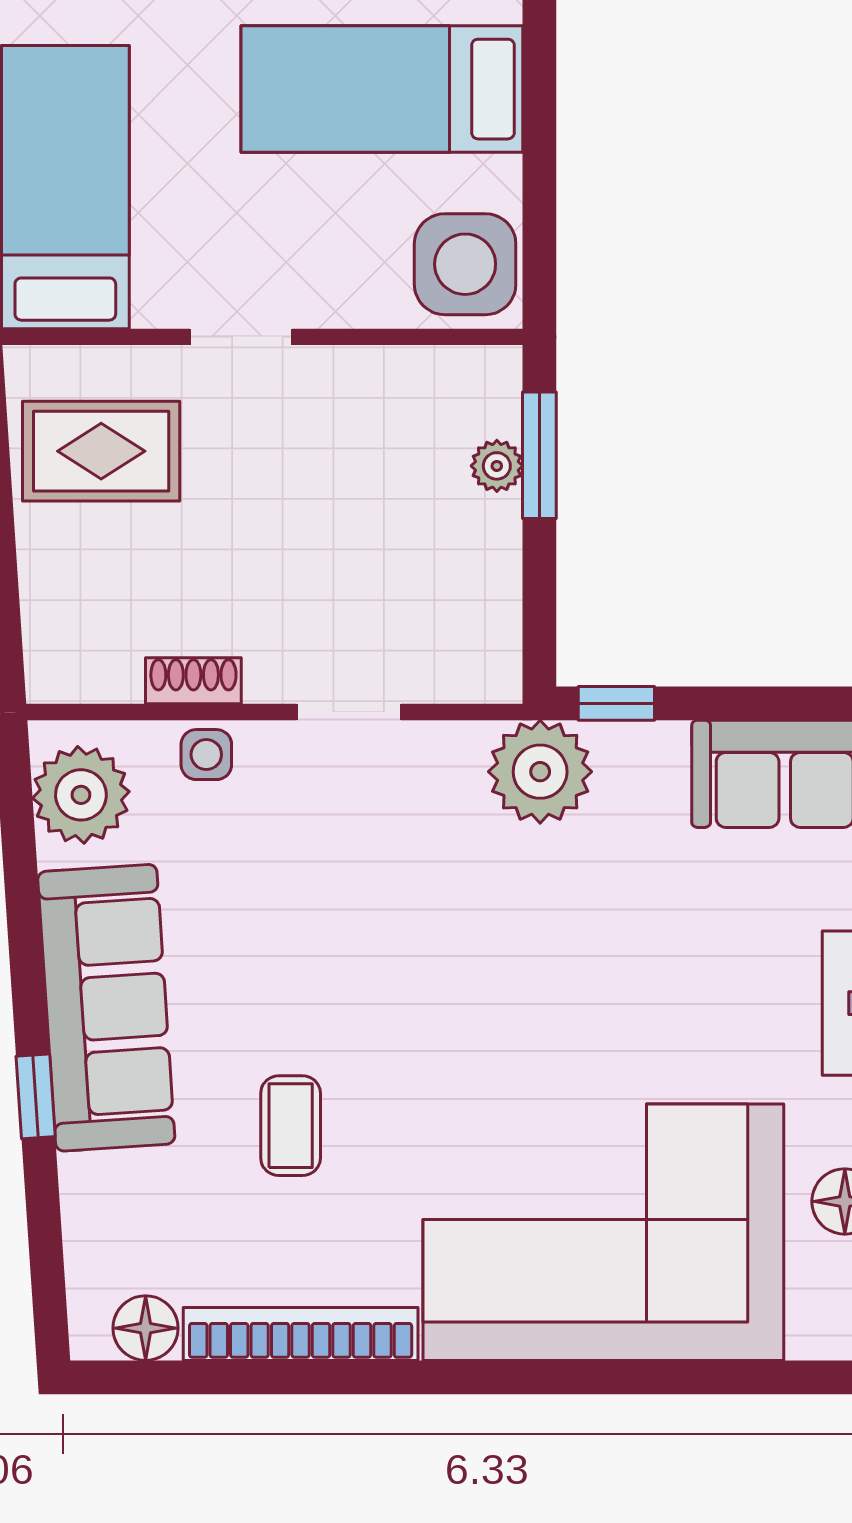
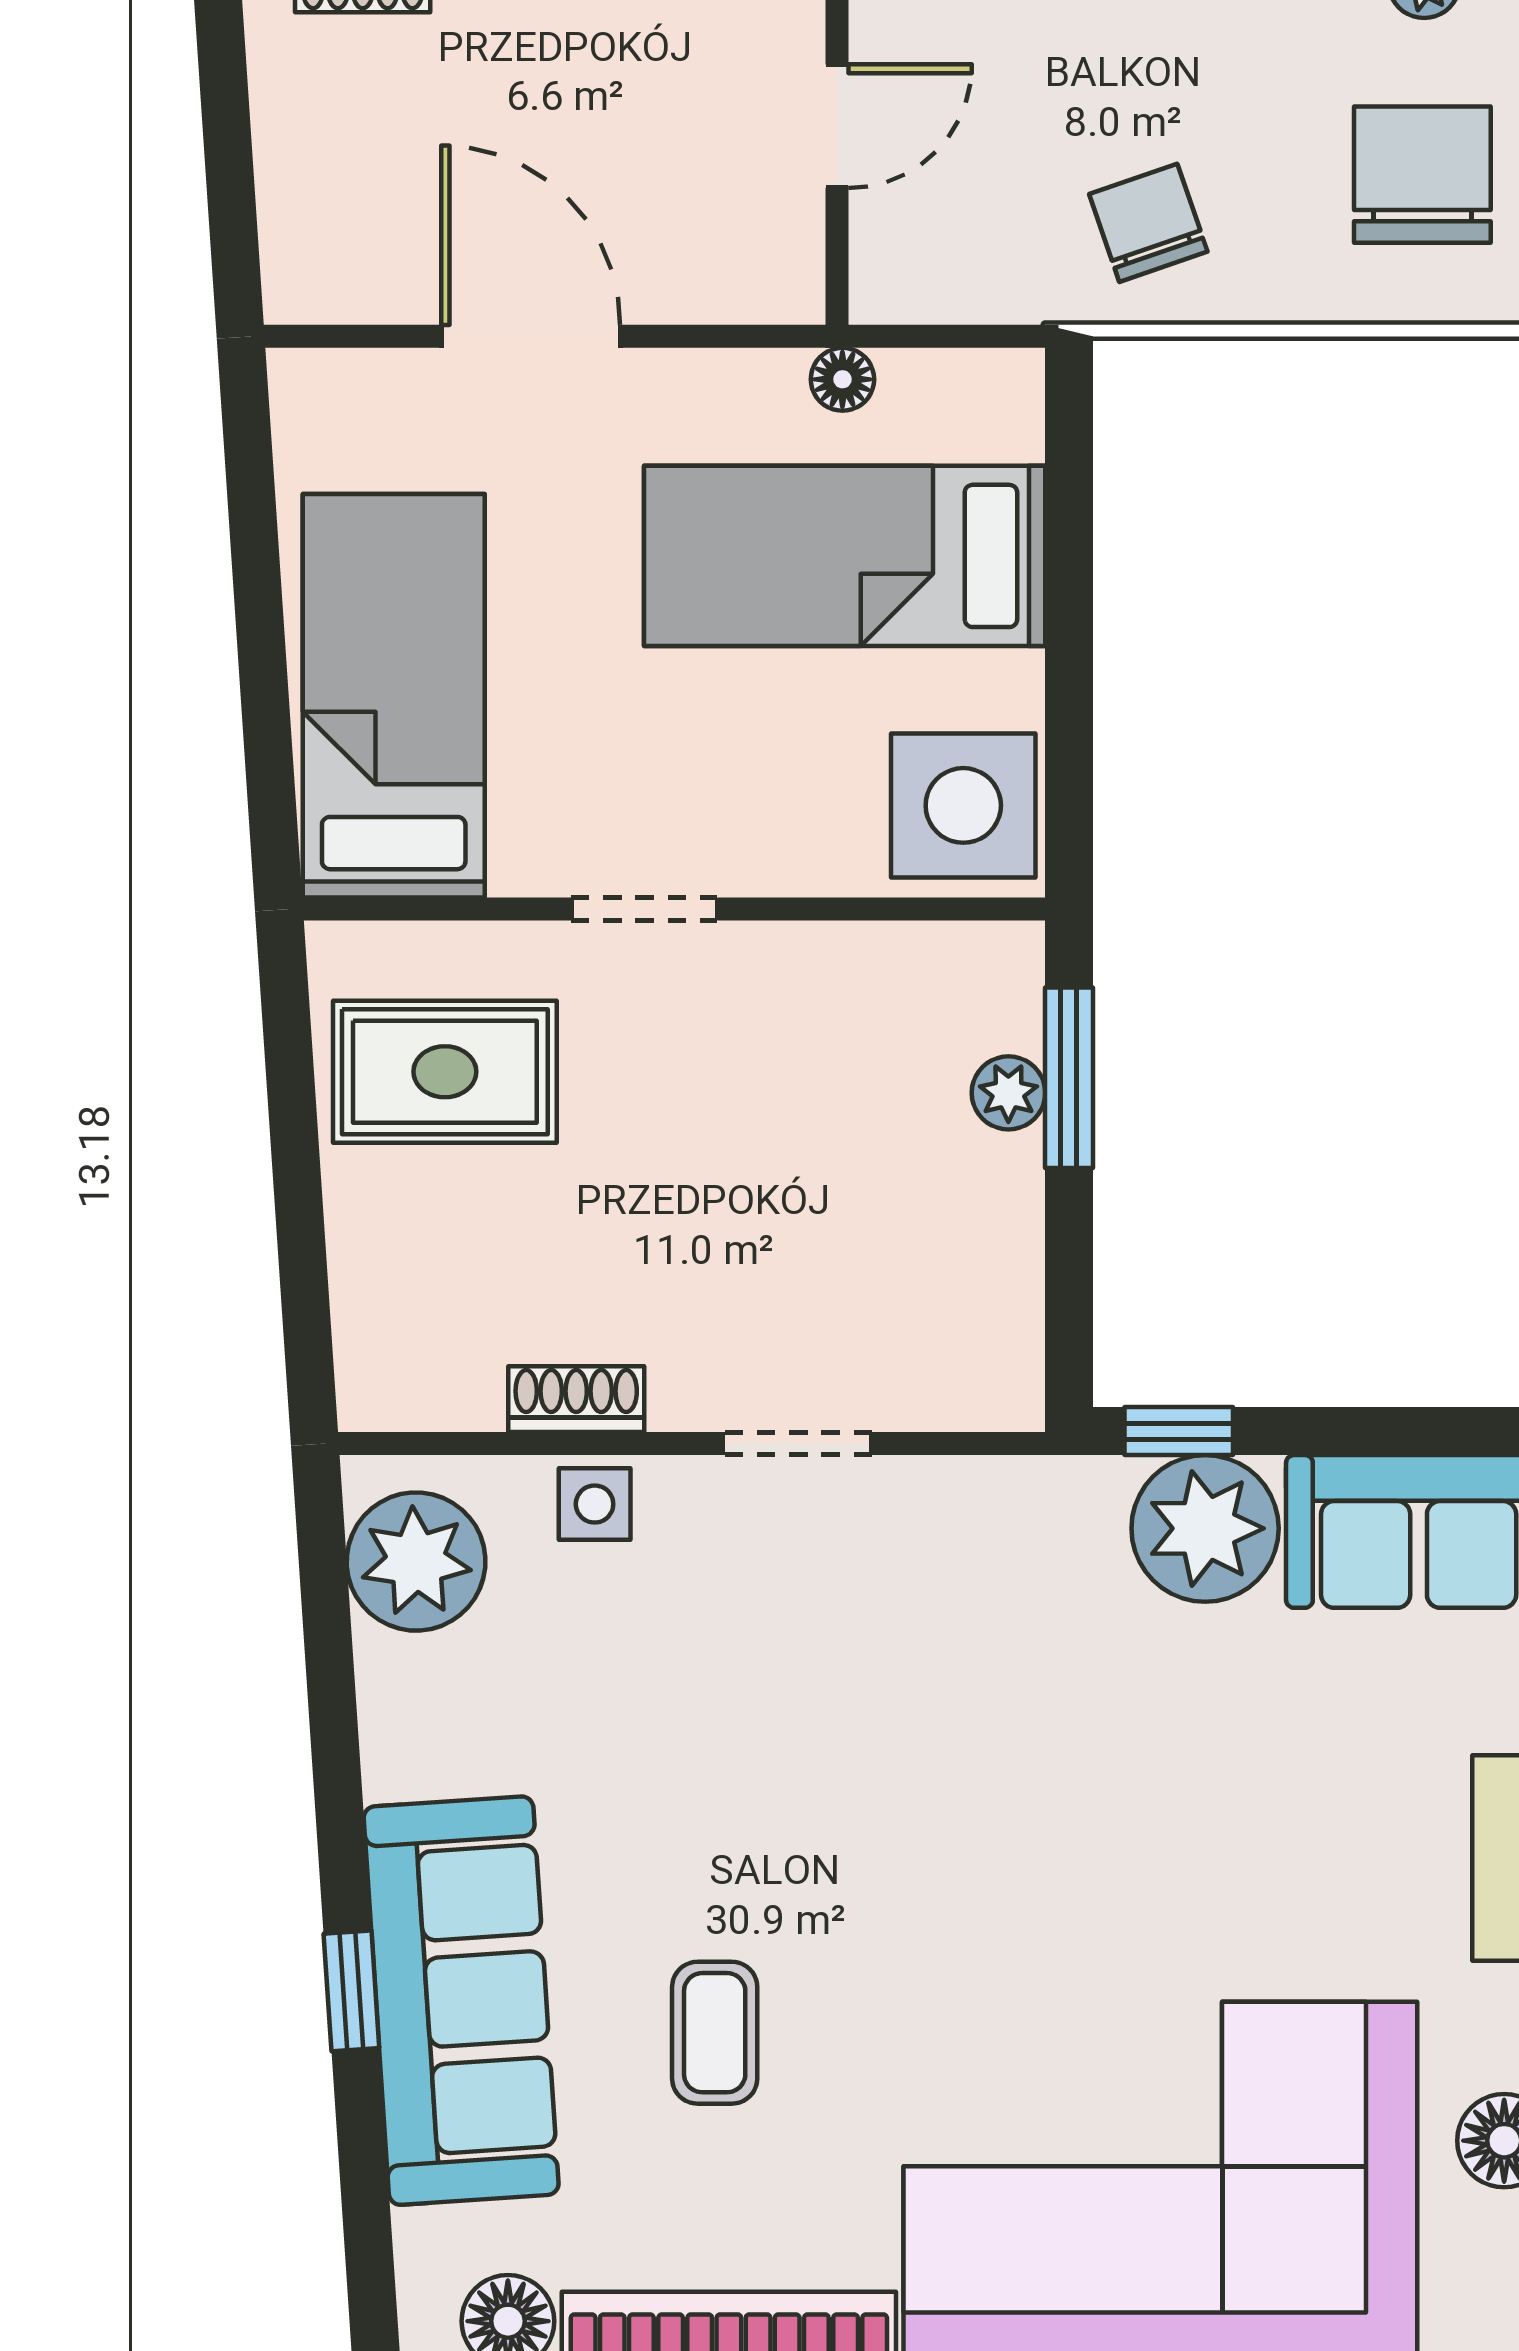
plant: (540, 772) -> (1205, 1528), moved
sofa: (106, 1008) -> (461, 2001), moved

